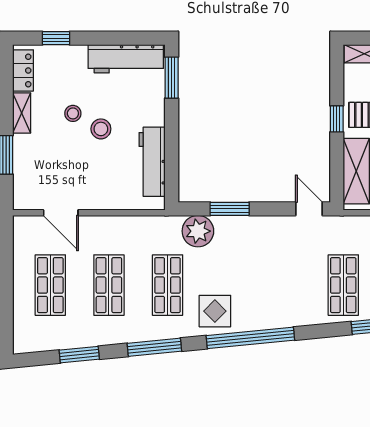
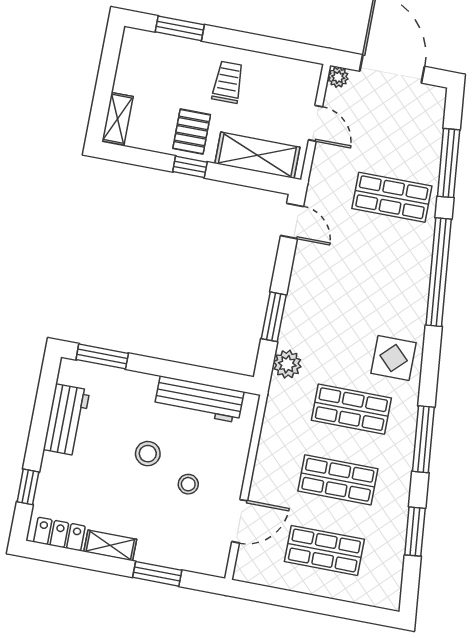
workbench: (126, 59) -> (67, 420), width x0.73
stool: (73, 113) -> (188, 484), moved
door: (309, 209) -> (292, 221), swing flipped
plant: (198, 231) -> (287, 364), width x0.73, depth x0.73
window: (250, 338) -> (439, 272), moved

